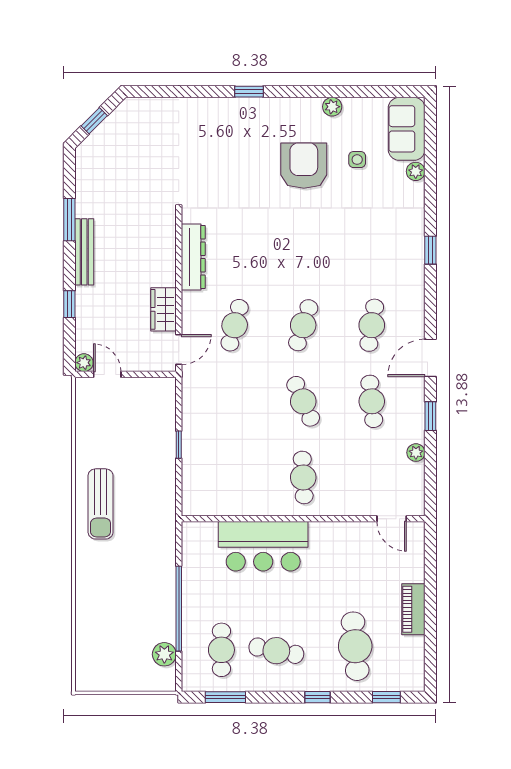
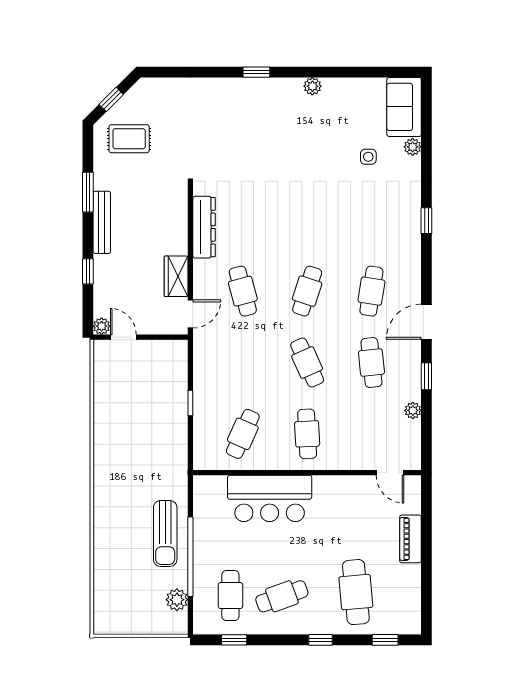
plant: (332, 107) -> (312, 86), moved
side table: (357, 160) -> (368, 157), moved
rug: (113, 163) -> (129, 139), added
armchair: (304, 166) -> (308, 141), removed
cafe table: (235, 325) -> (243, 291), turned -30
cafe table: (235, 477) -> (243, 434), added
sun lounger: (101, 504) -> (165, 534), moved
piano: (413, 609) -> (411, 539), moved
cafe table: (276, 651) -> (282, 596), turned -31
window: (225, 697) -> (234, 640), width x0.67

